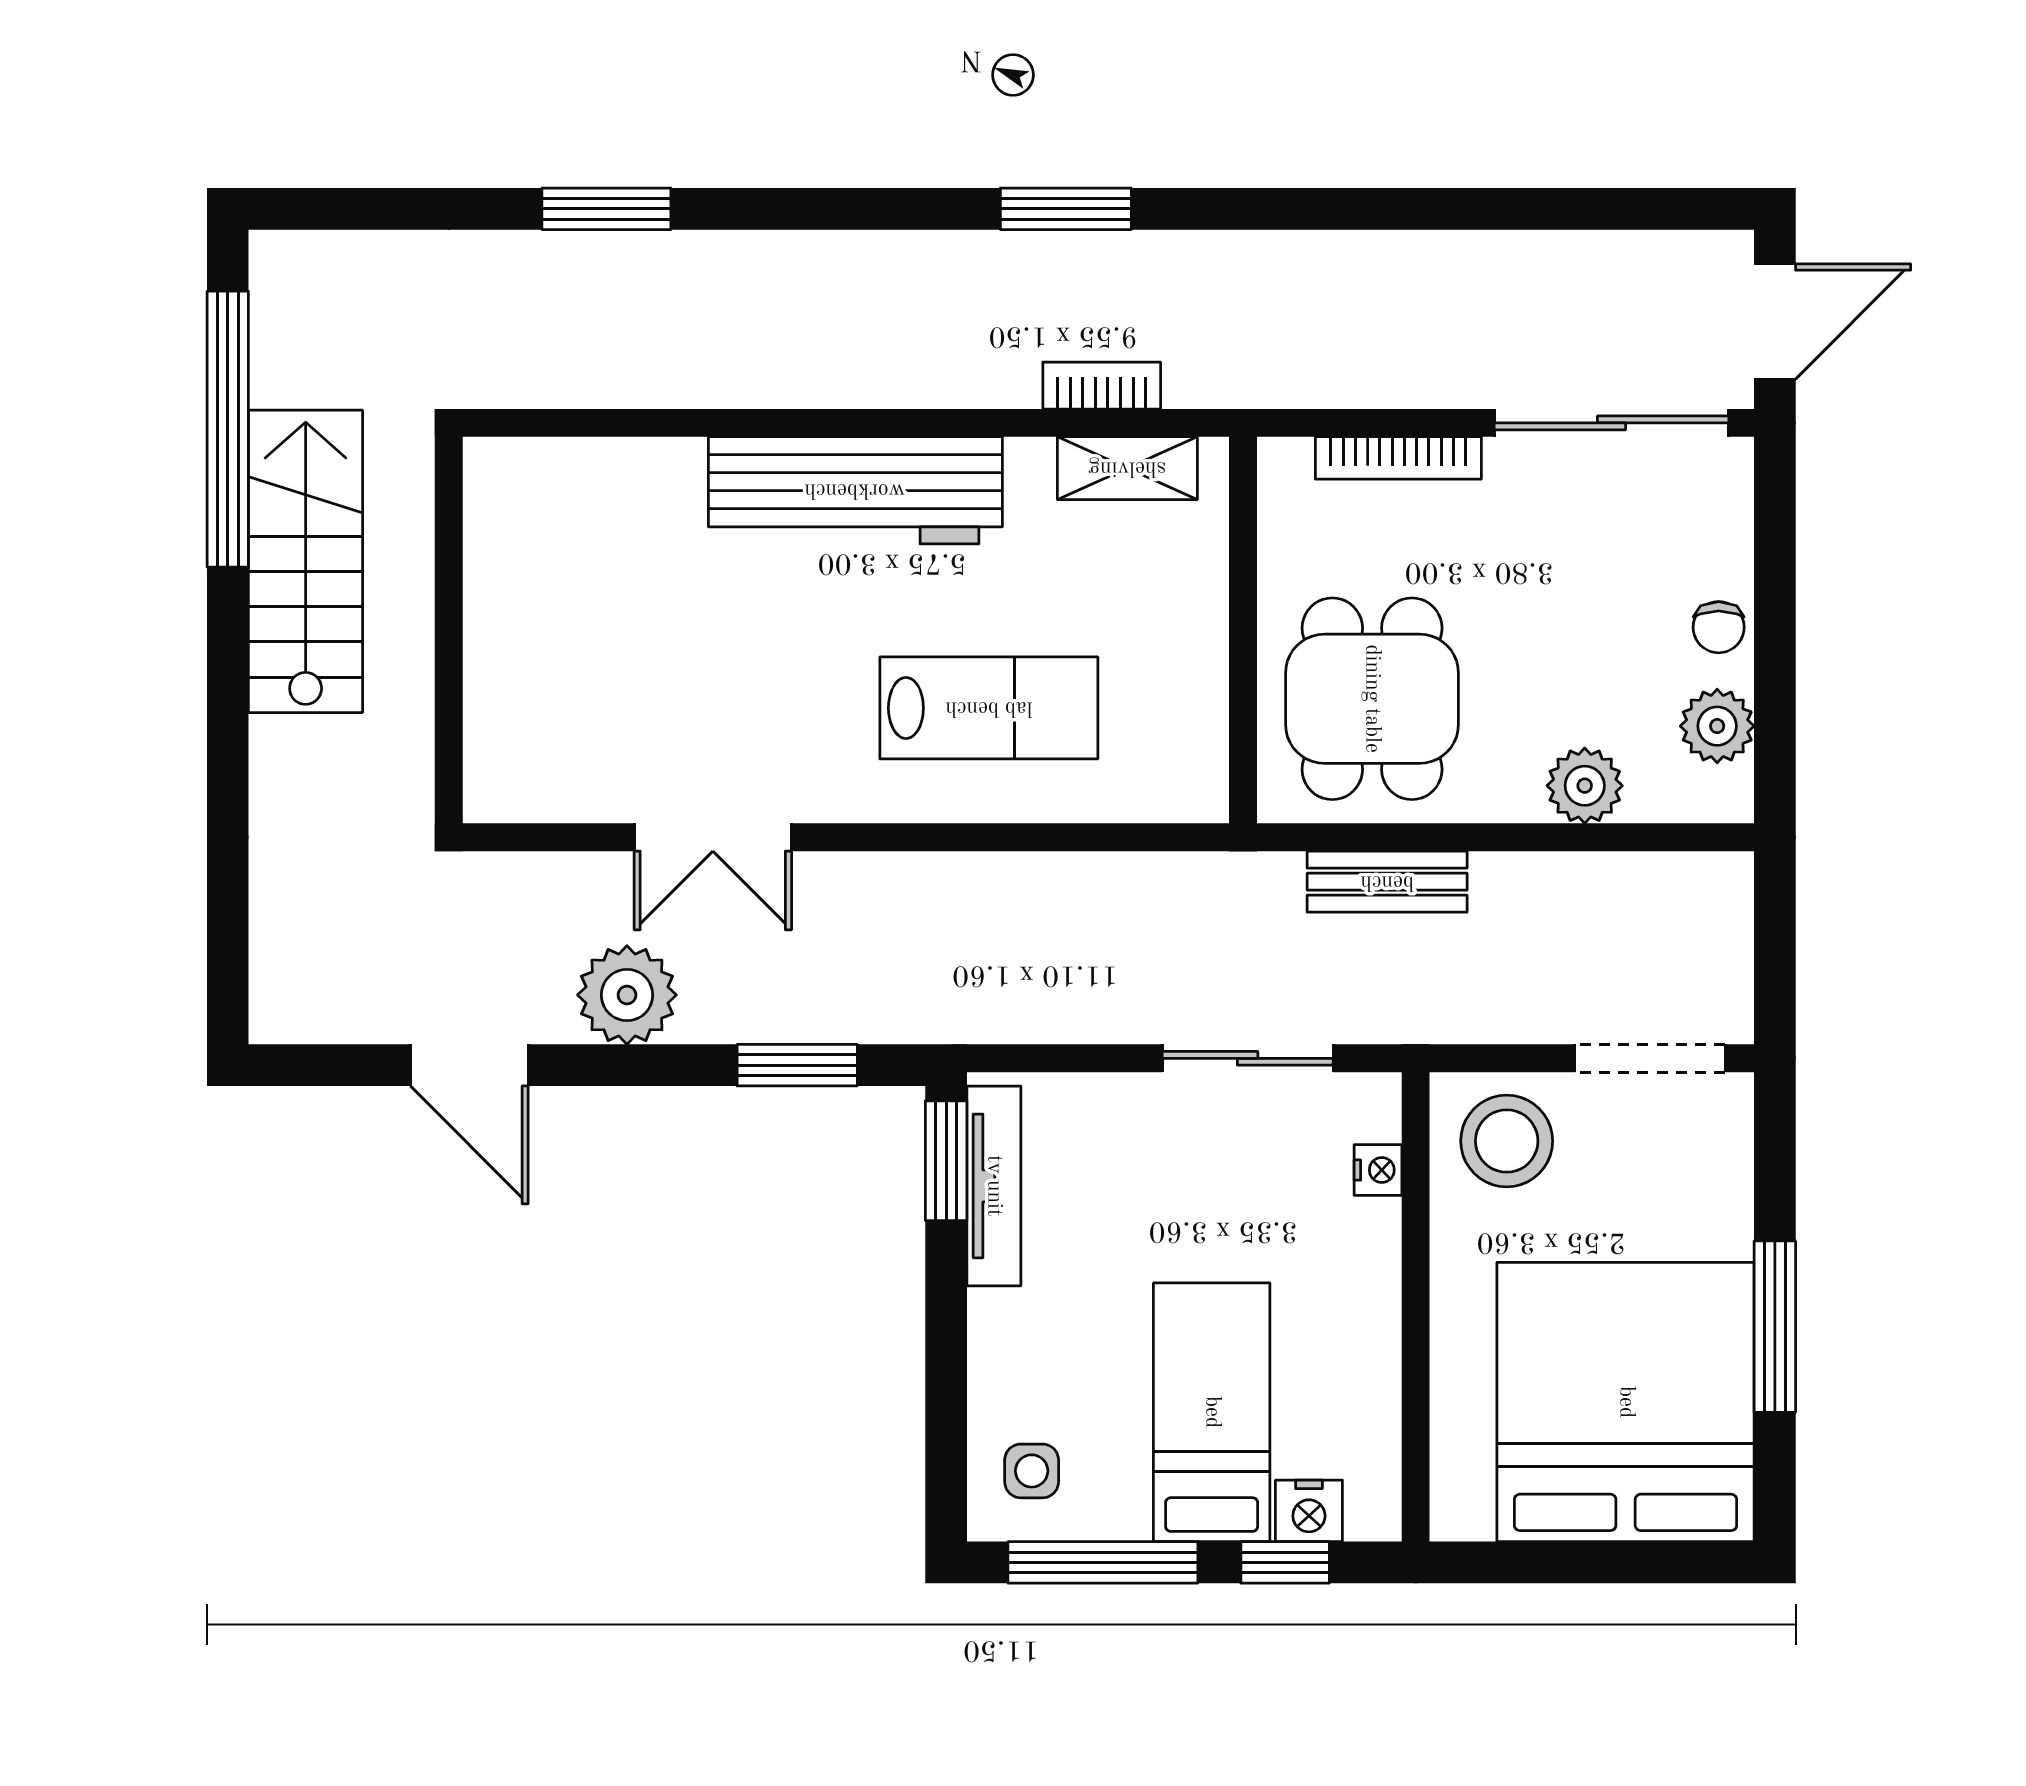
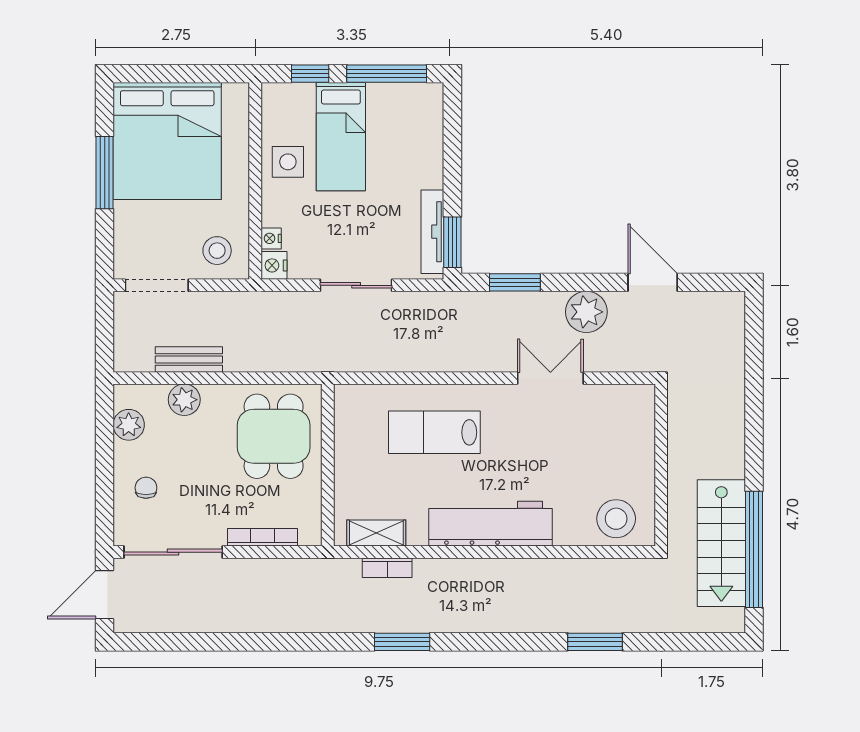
stool: (556, 502) -> (616, 519), added
stairs: (306, 561) -> (721, 543), moved
chair: (1719, 627) -> (146, 488), moved
bench: (1387, 882) -> (189, 359), moved
sliding door: (1248, 1058) -> (356, 285), moved
stool: (1507, 1141) -> (217, 251), width x0.73, depth x0.73
side table: (1032, 1471) -> (288, 162), moved, width x1.37, depth x1.37
nightstand: (1309, 1511) -> (274, 265), moved, turned -90

